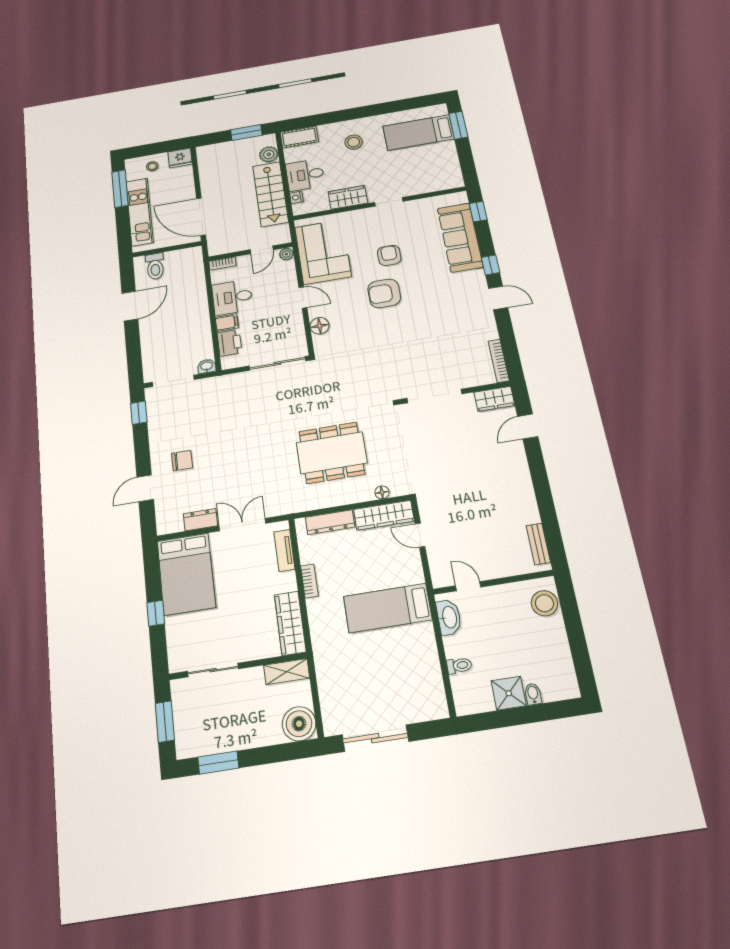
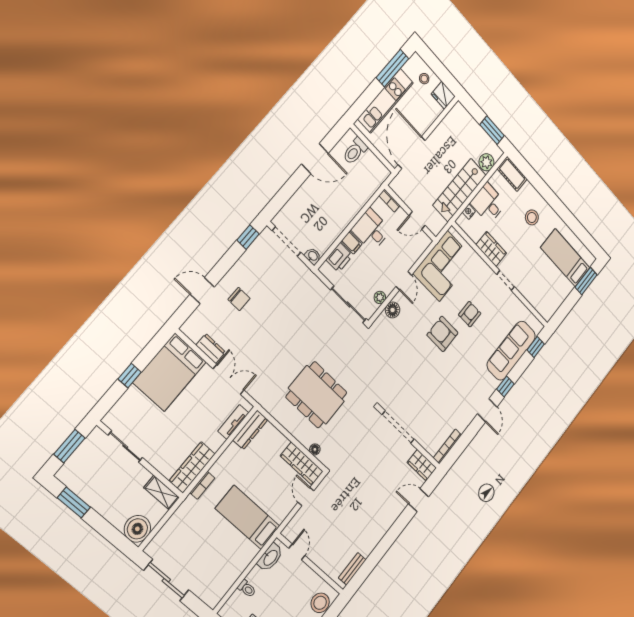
plant: (286, 254) -> (380, 297), moved
dresser: (330, 522) -> (250, 430), moved, turned -90
bookcase: (309, 581) -> (202, 485), moved

